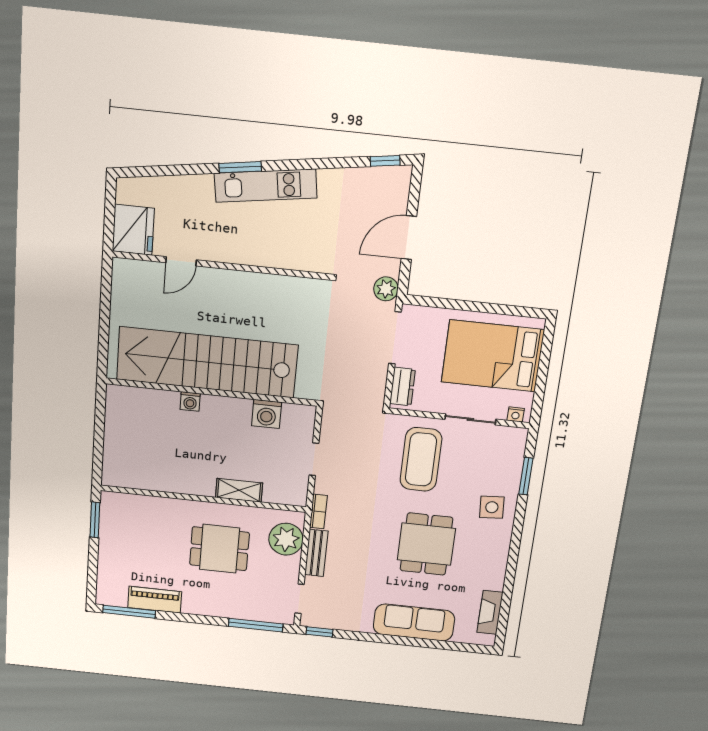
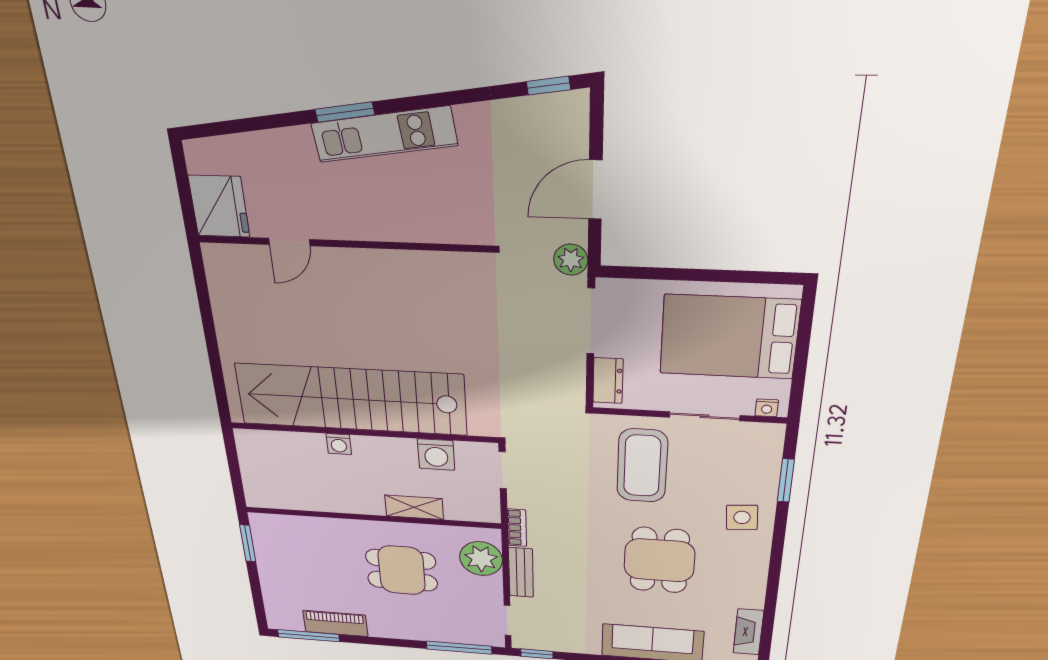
stairs: (207, 362) -> (351, 399), moved
wall: (212, 392) -> (363, 433), moved
washing machine: (190, 401) -> (339, 444), moved
washing machine: (267, 414) -> (436, 455), moved

